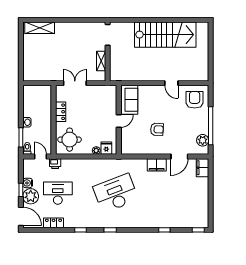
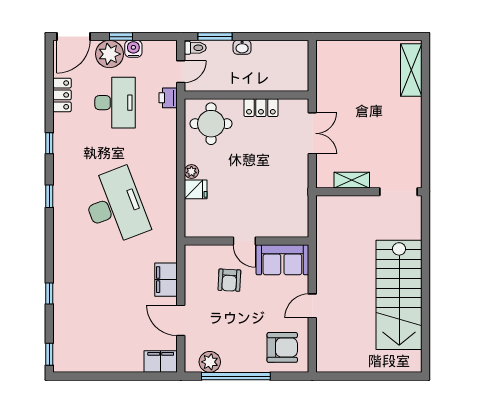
sofa: (129, 100) -> (282, 260), moved
wall: (119, 120) -> (247, 241), moved
door: (119, 121) -> (244, 241), moved

